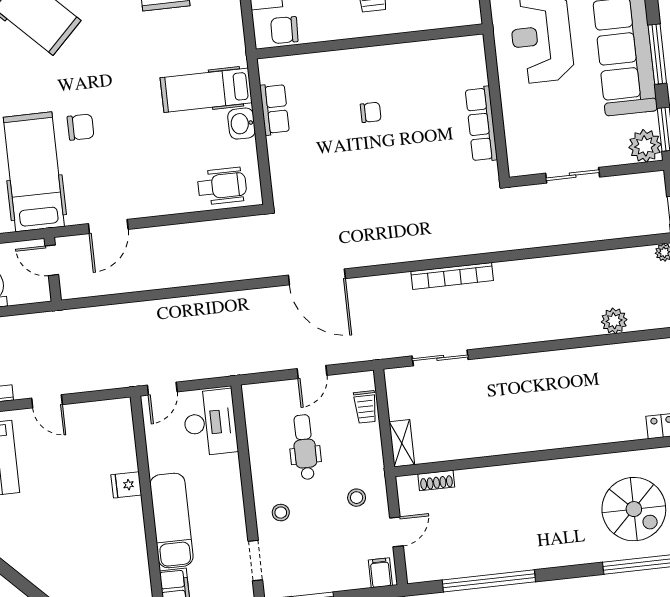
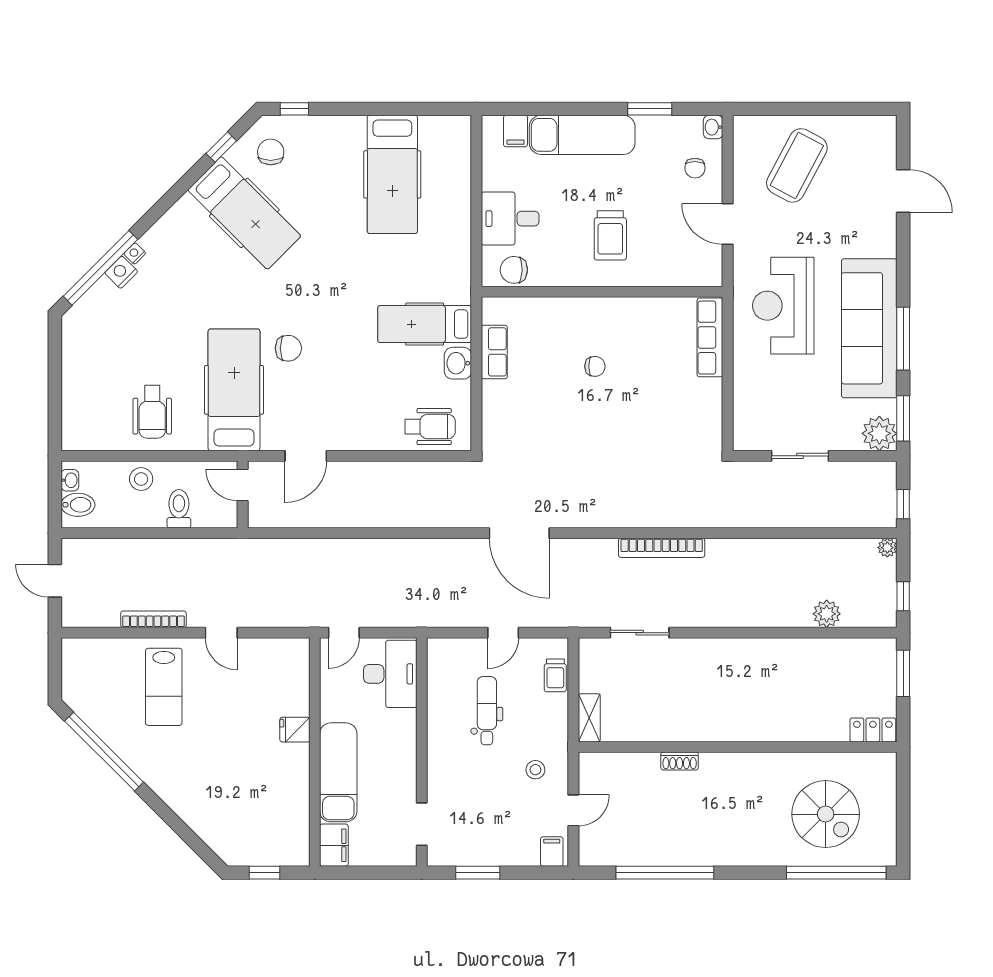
row of seats: (481, 124) -> (710, 337), moved
shoe rack: (436, 480) -> (680, 761), moved
stool: (281, 513) -> (454, 777), removed

